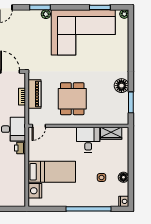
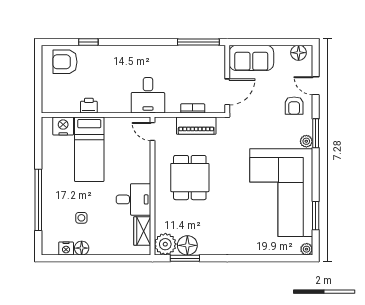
armchair: (20, 23) -> (294, 106), added
floor lamp: (121, 86) -> (187, 245), moved
dining table: (72, 99) -> (190, 178), turned 90
plant: (121, 117) -> (165, 244), added
printer: (20, 148) -> (89, 106), moved
nightstand: (124, 201) -> (66, 248), moved

